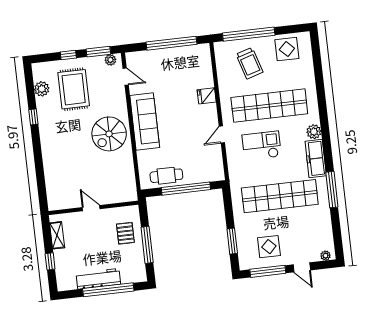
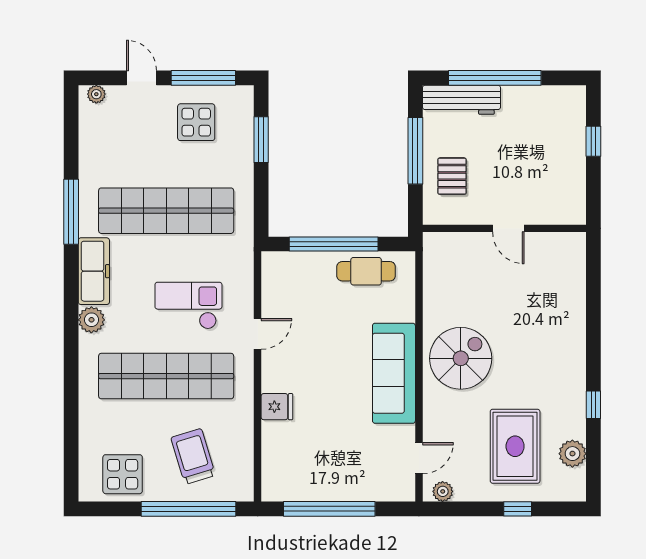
window: (98, 52) -> (463, 509), removed
door: (126, 77) -> (419, 458), swing flipped
checkout: (262, 146) -> (188, 306), turned 180
shelving: (57, 235) -> (575, 187), removed
workbench: (98, 279) -> (461, 100), moved

